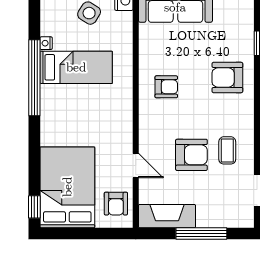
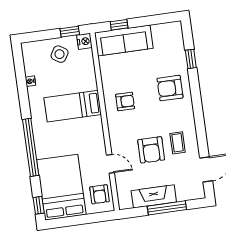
bed: (76, 67) -> (73, 106), moved, turned 180
window: (34, 78) -> (31, 147), moved
armchair: (191, 155) -> (151, 150), turned 90
fireplace: (167, 216) -> (154, 196), moved

